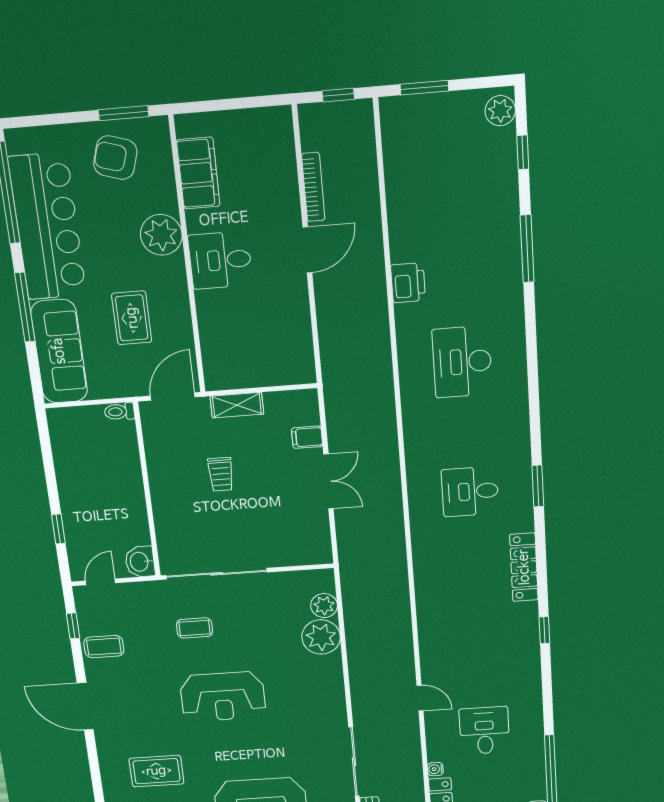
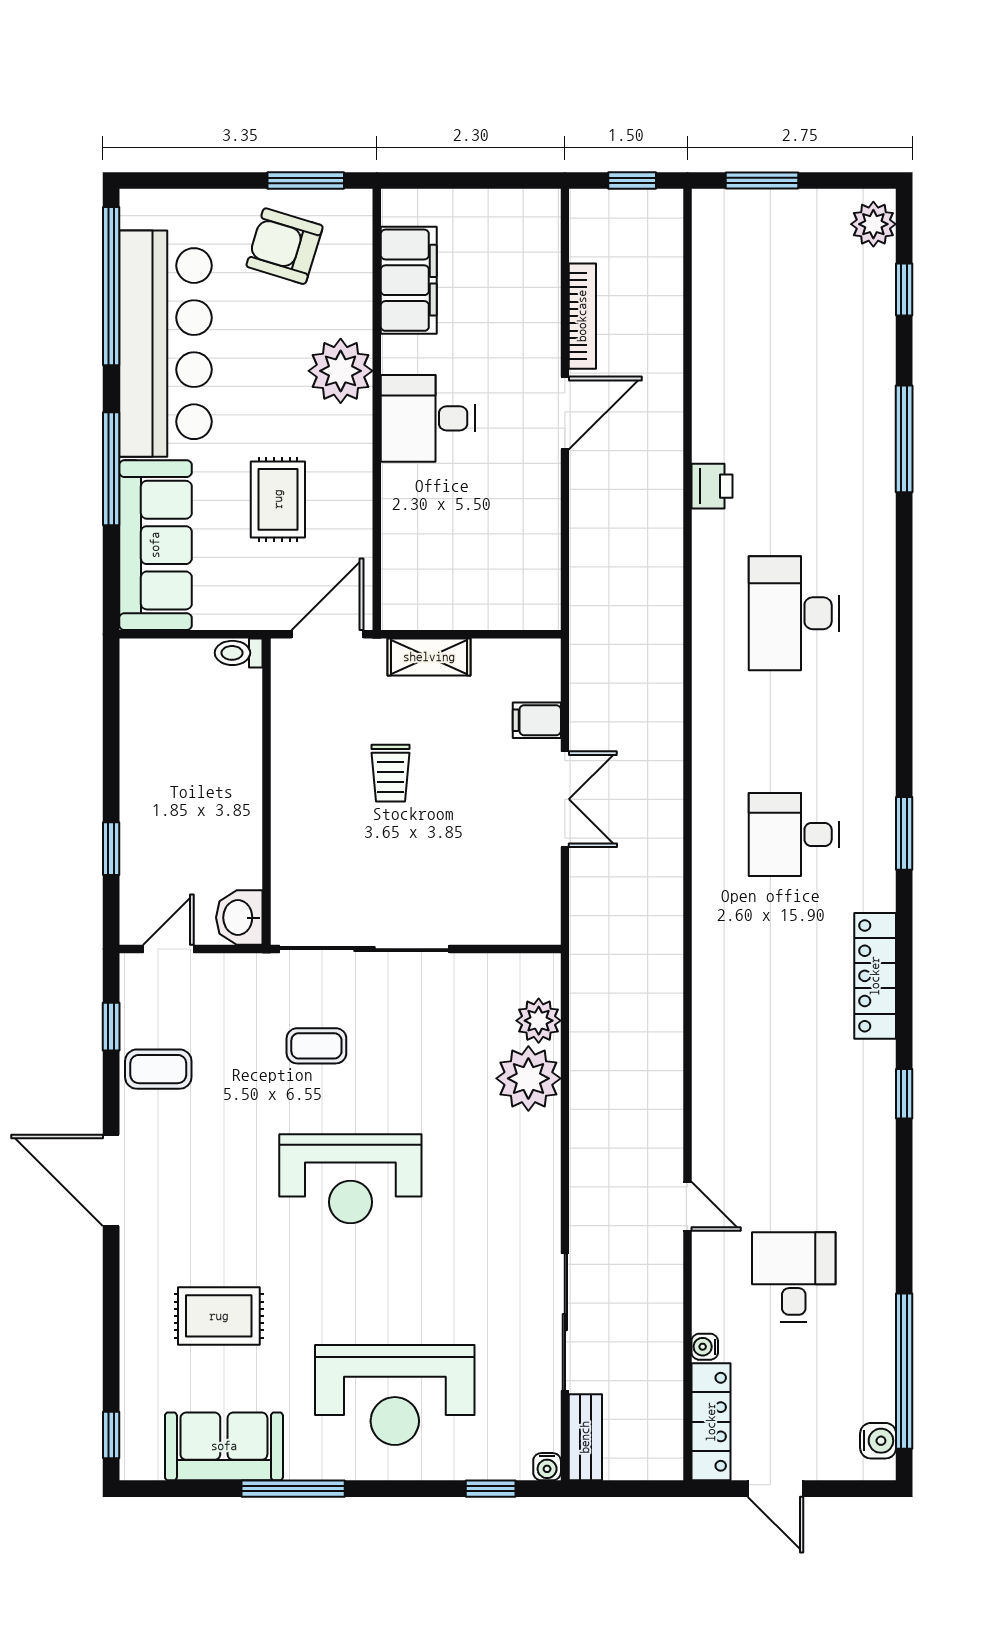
printer: (408, 283) -> (712, 486), width x0.73, depth x0.81

